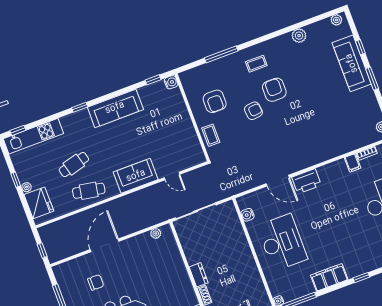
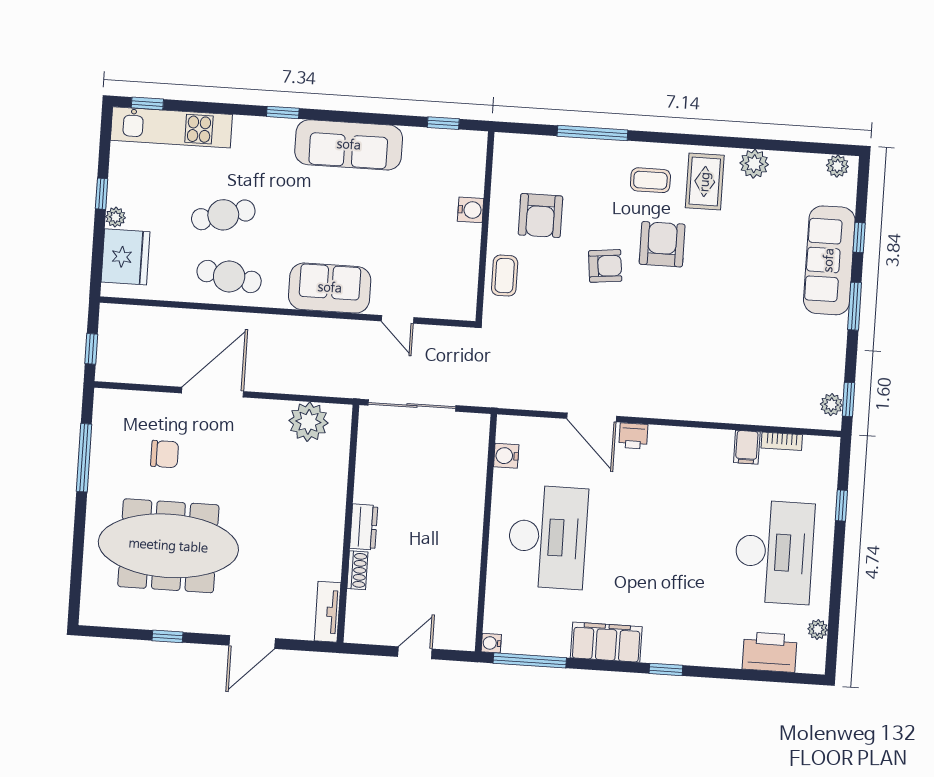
rug: (281, 53) -> (705, 182), added
water cooler: (171, 82) -> (471, 210), moved
printer: (306, 181) -> (633, 436), width x0.53, depth x0.68
plant: (156, 233) -> (308, 422), width x1.87, depth x1.87

